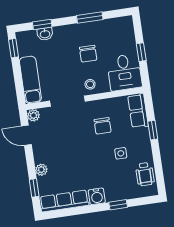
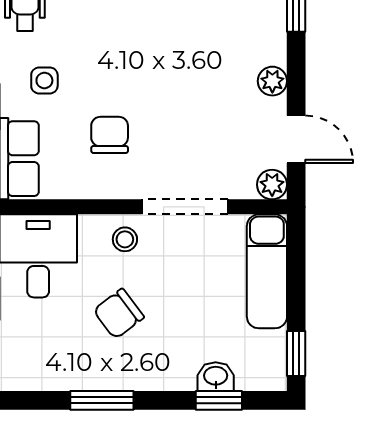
chair: (88, 54) -> (119, 314), turned -127
side table: (121, 153) -> (44, 80), moved
plant: (41, 170) -> (272, 81), moved

